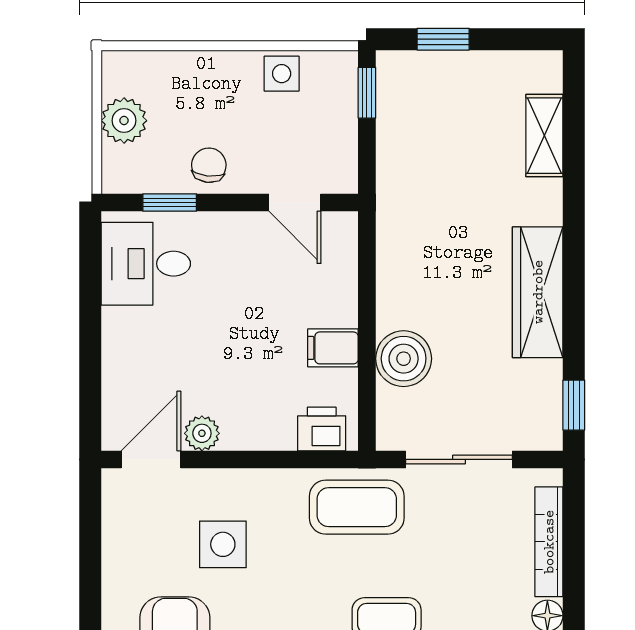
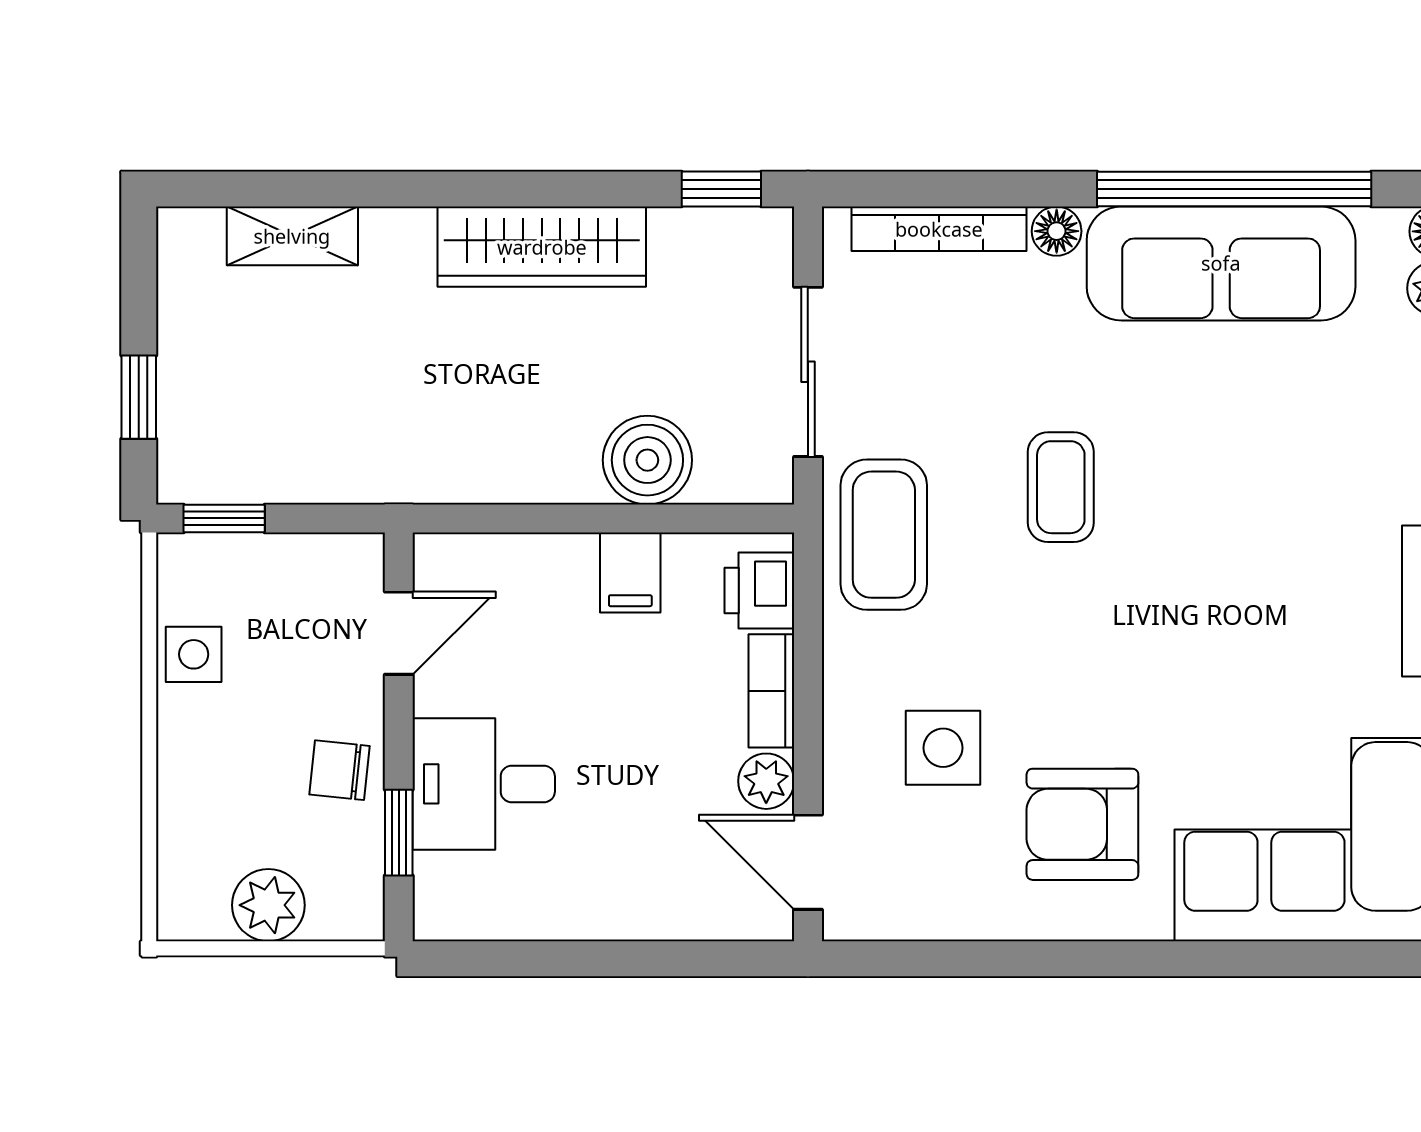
desk: (146, 264) -> (484, 784), moved, turned 90
bookcase: (259, 437) -> (771, 691), added

